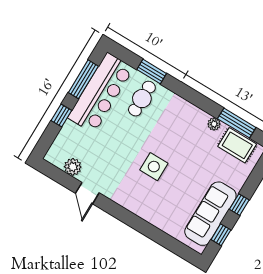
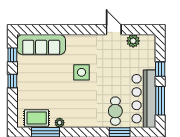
sofa: (210, 214) -> (41, 45), moved, turned 90

